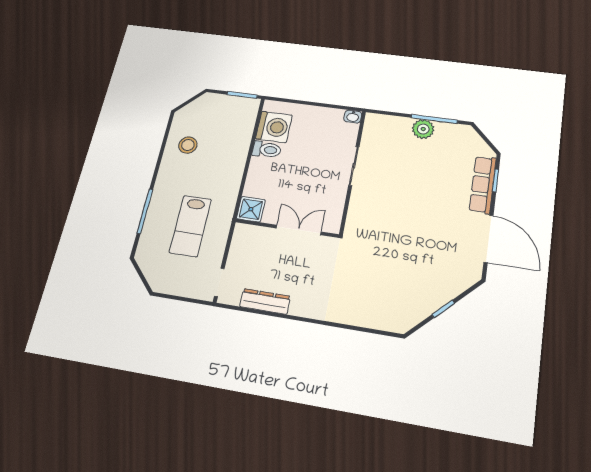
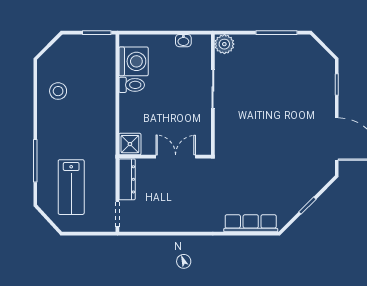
washbasin: (353, 117) -> (183, 41), moved
plant: (423, 129) -> (224, 44), moved
row of seats: (483, 185) -> (251, 223), moved, turned 90
lab bench: (190, 226) -> (71, 187), moved
dresser: (265, 301) -> (127, 179), moved, turned 90

